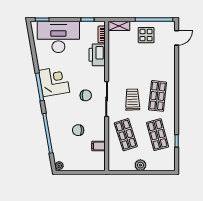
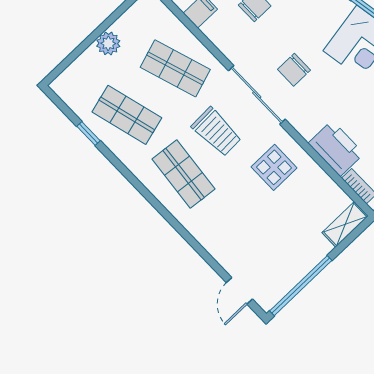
display table: (146, 35) -> (274, 167), moved

